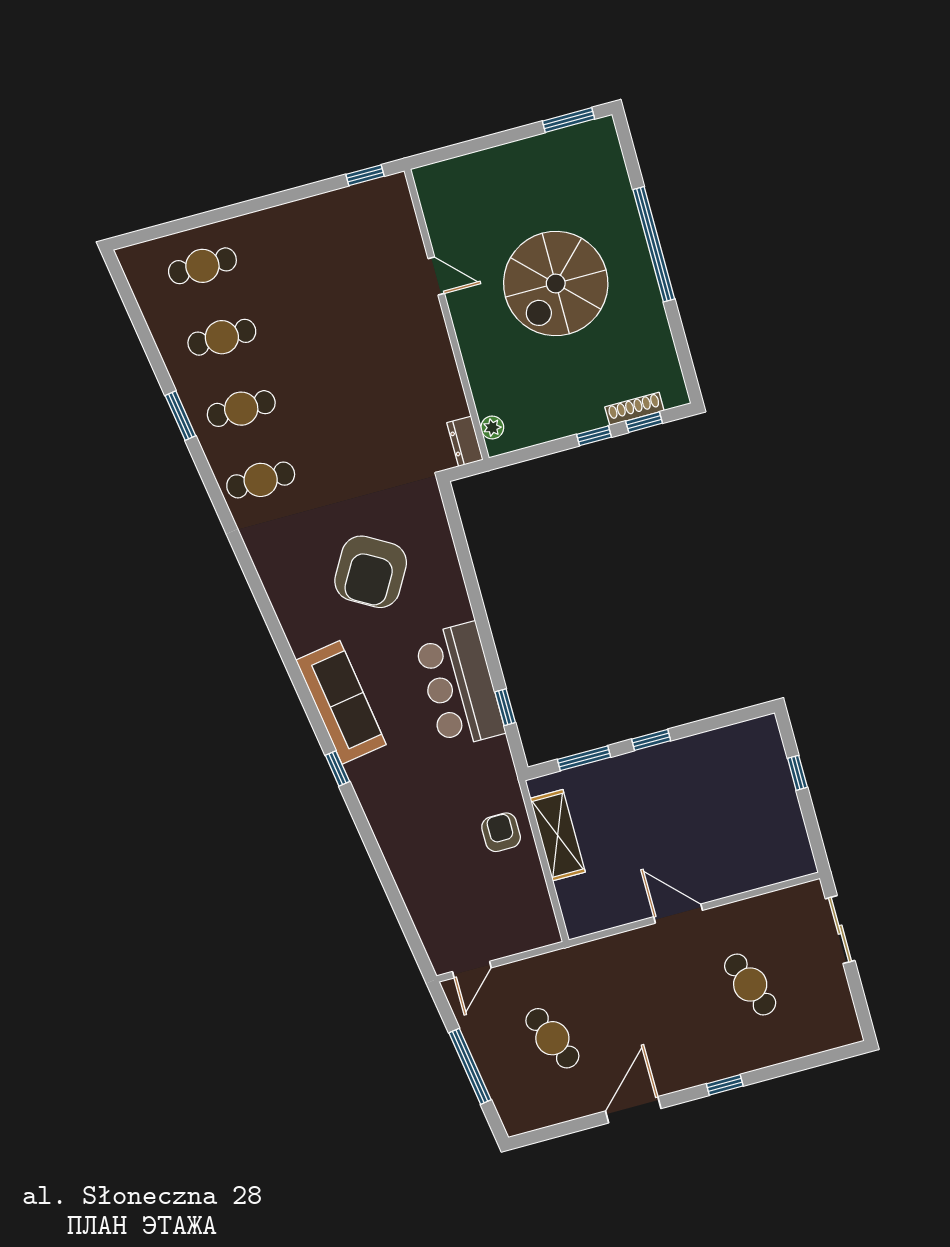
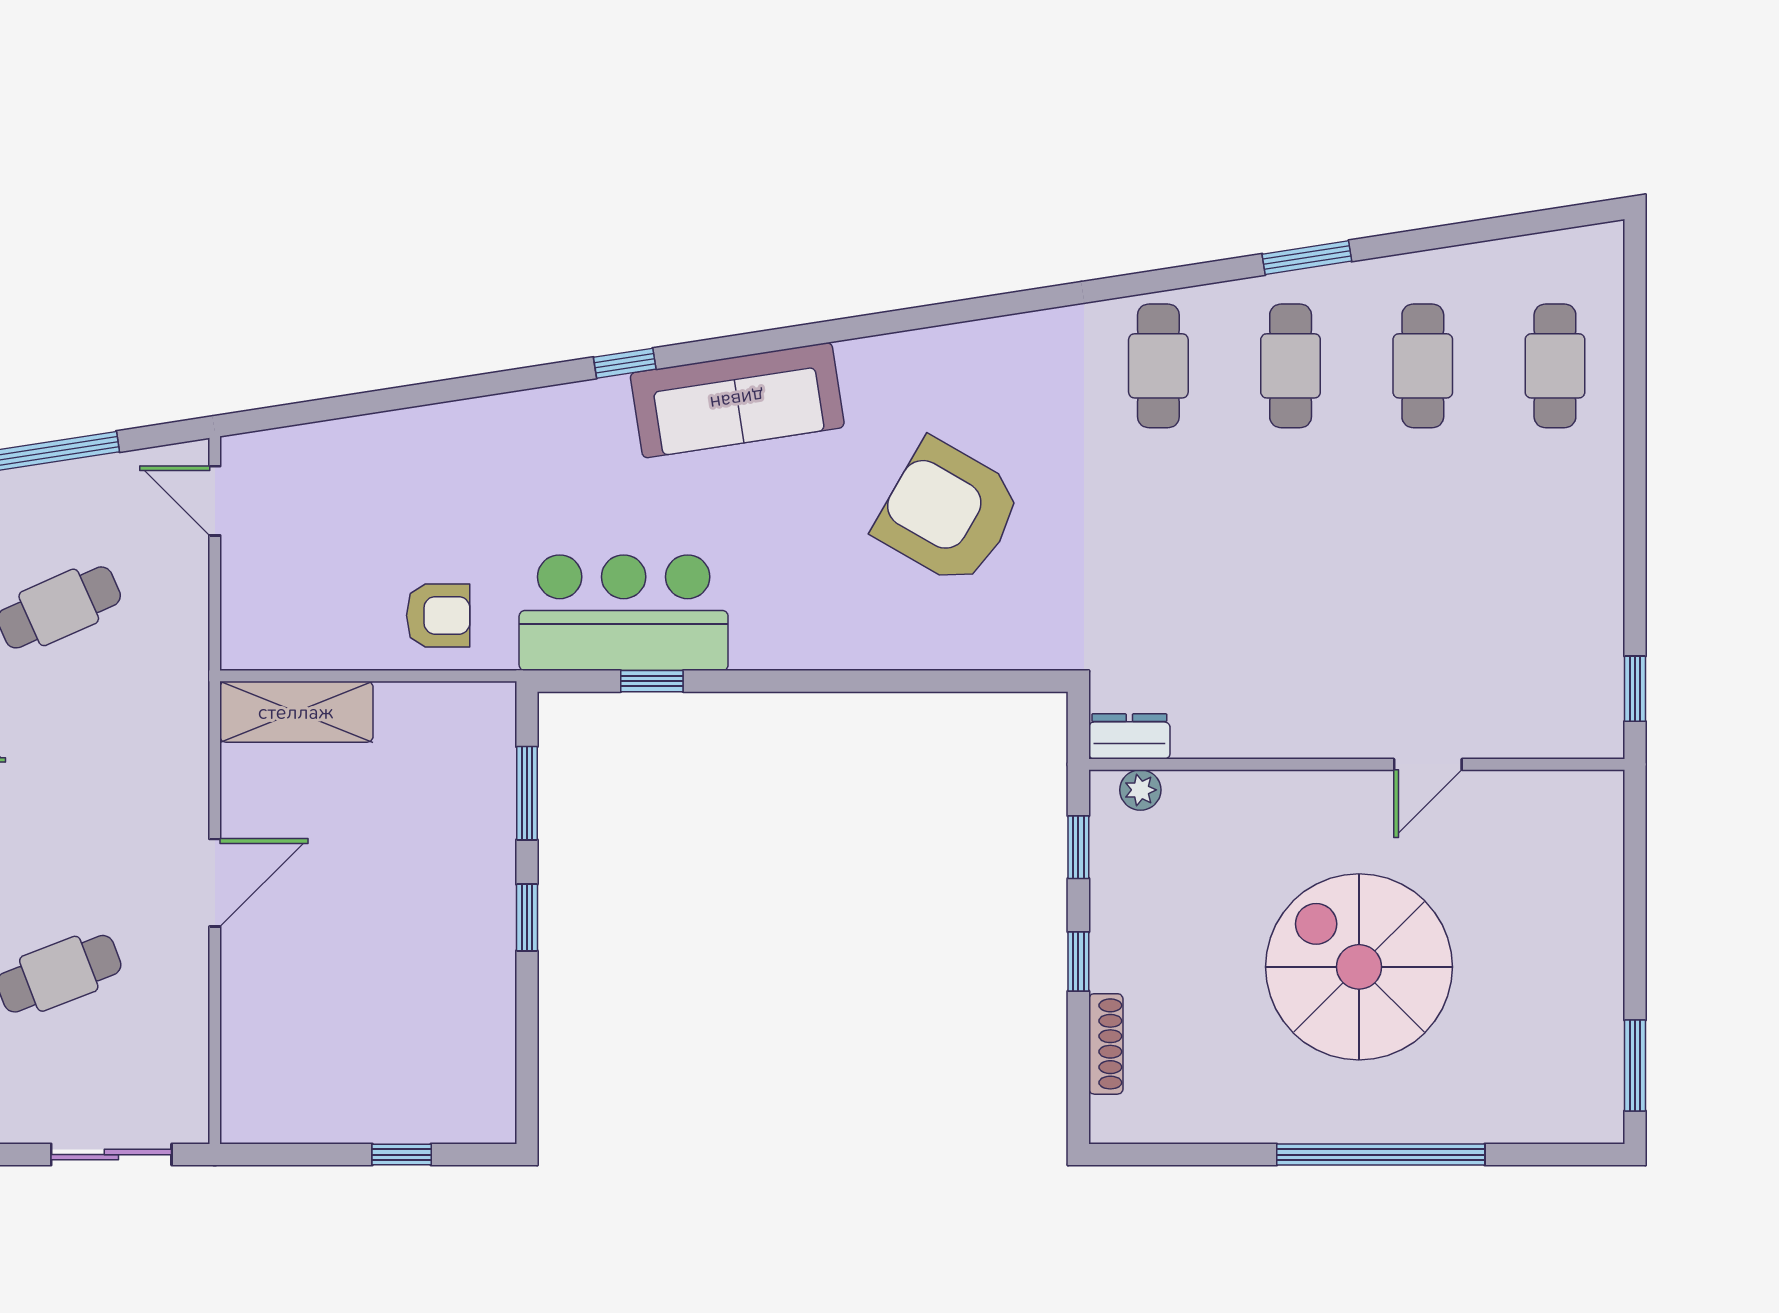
window: (644, 422) -> (1078, 847), moved
bar counter: (460, 685) -> (624, 613), moved
shelving: (558, 835) -> (296, 712), moved

